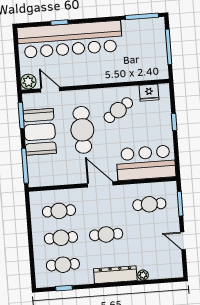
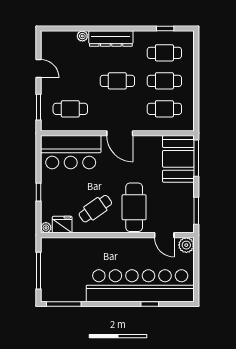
plant: (164, 89) -> (46, 228), added
cafe table: (82, 130) -> (134, 207), moved
booth: (40, 132) -> (178, 159), moved

